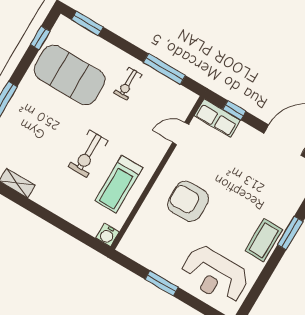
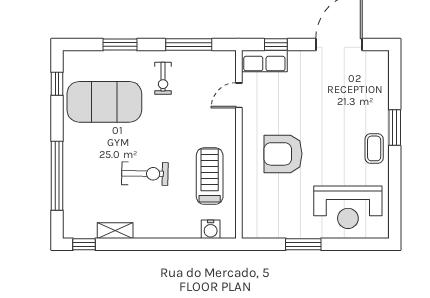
window: (87, 23) -> (120, 45), moved
exercise bike: (88, 154) -> (145, 174), moved, turned -89
treadmill: (119, 184) -> (210, 176), turned 180
water cooler: (107, 235) -> (211, 229), moved
coffee table: (264, 240) -> (374, 148), width x0.73, depth x0.77

